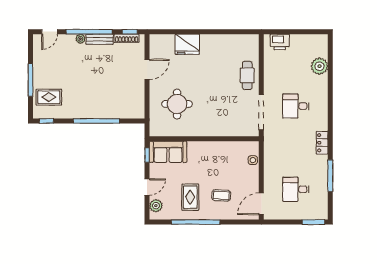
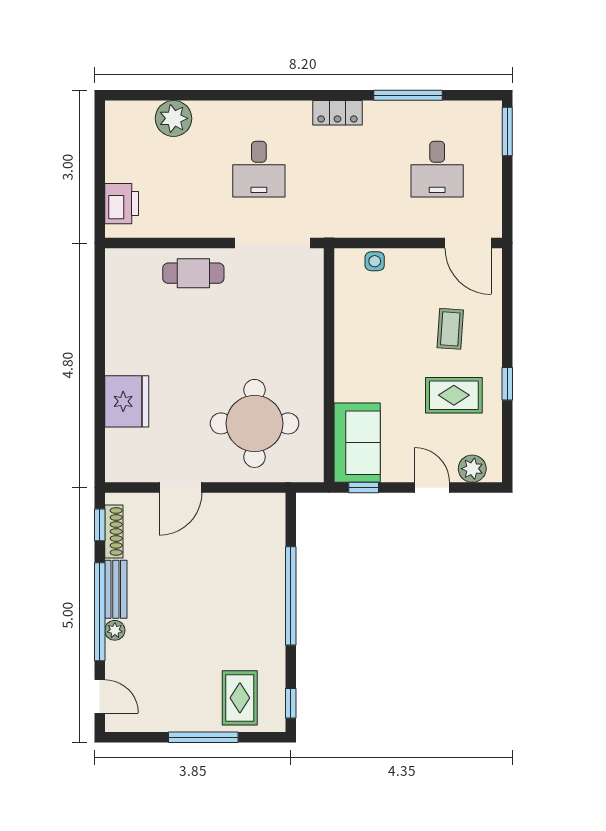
door: (147, 69) -> (180, 488), swing flipped
round table: (177, 104) -> (255, 423), width x1.36, depth x1.36
window: (196, 222) -> (507, 384), width x0.32

